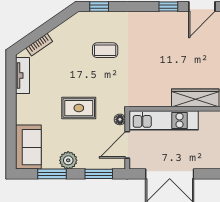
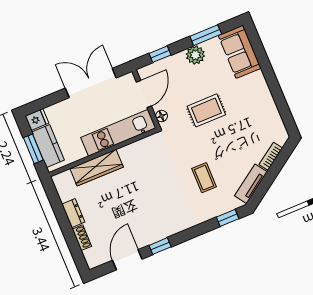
coffee table: (105, 50) -> (204, 178), turned 90
tv unit: (22, 75) -> (251, 184), moved, turned 55
window: (99, 174) -> (160, 54), width x0.67

